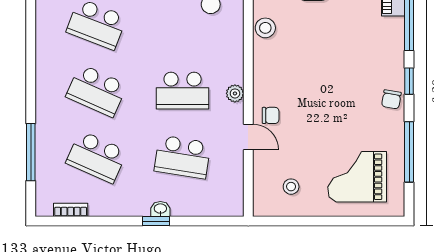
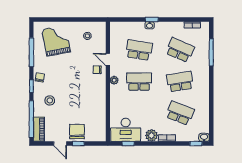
stool: (265, 28) -> (50, 100), moved
school desk: (96, 91) -> (180, 82), turned -33
grand piano: (357, 177) -> (56, 41), turned -101

